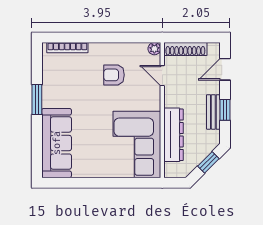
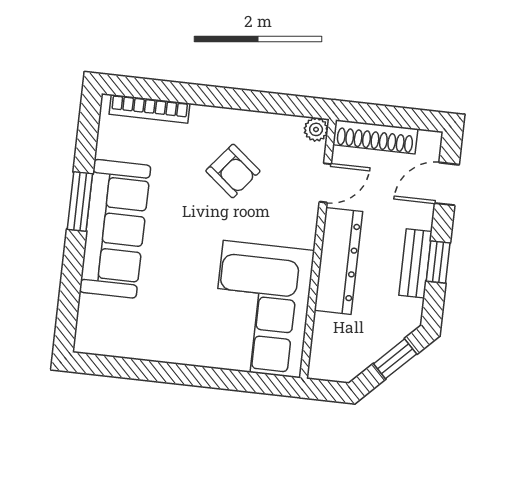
armchair: (114, 75) -> (233, 171), turned -141
door: (162, 76) -> (325, 183), swing flipped
dresser: (174, 135) -> (338, 261), moved
sofa: (57, 143) -> (115, 229), moved

